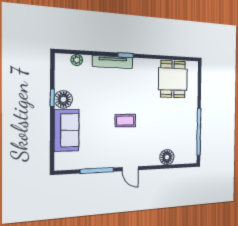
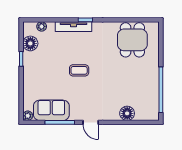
floor lamp: (63, 99) -> (30, 43), moved
coffee table: (125, 121) -> (79, 70), moved
sofa: (67, 130) -> (51, 110), moved, turned -90
plant: (60, 165) -> (28, 116), added

